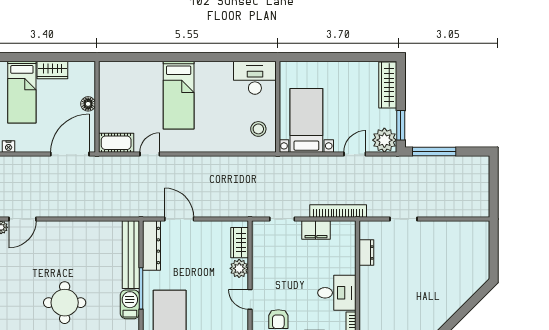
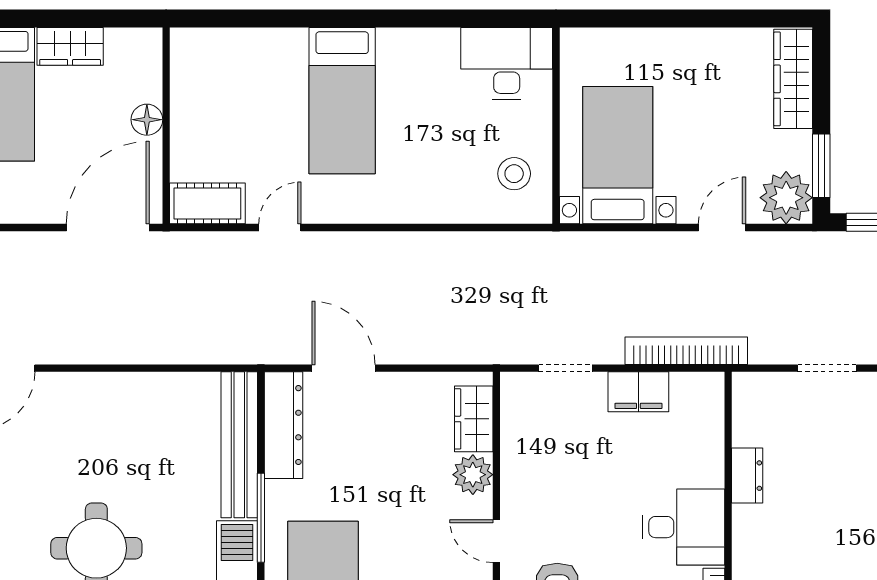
dresser: (366, 253) -> (747, 476), moved

